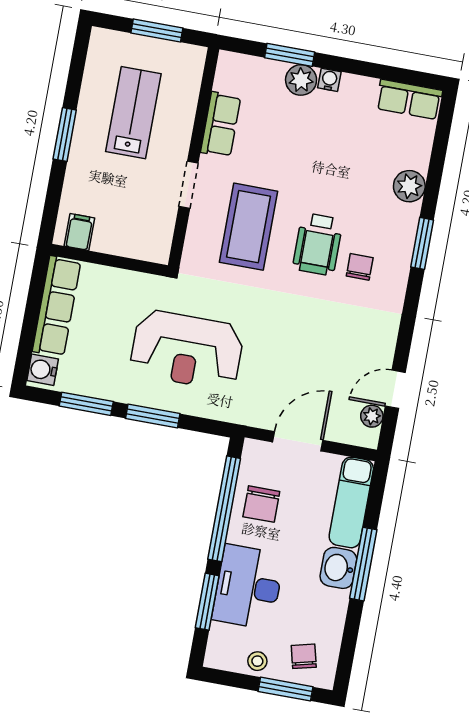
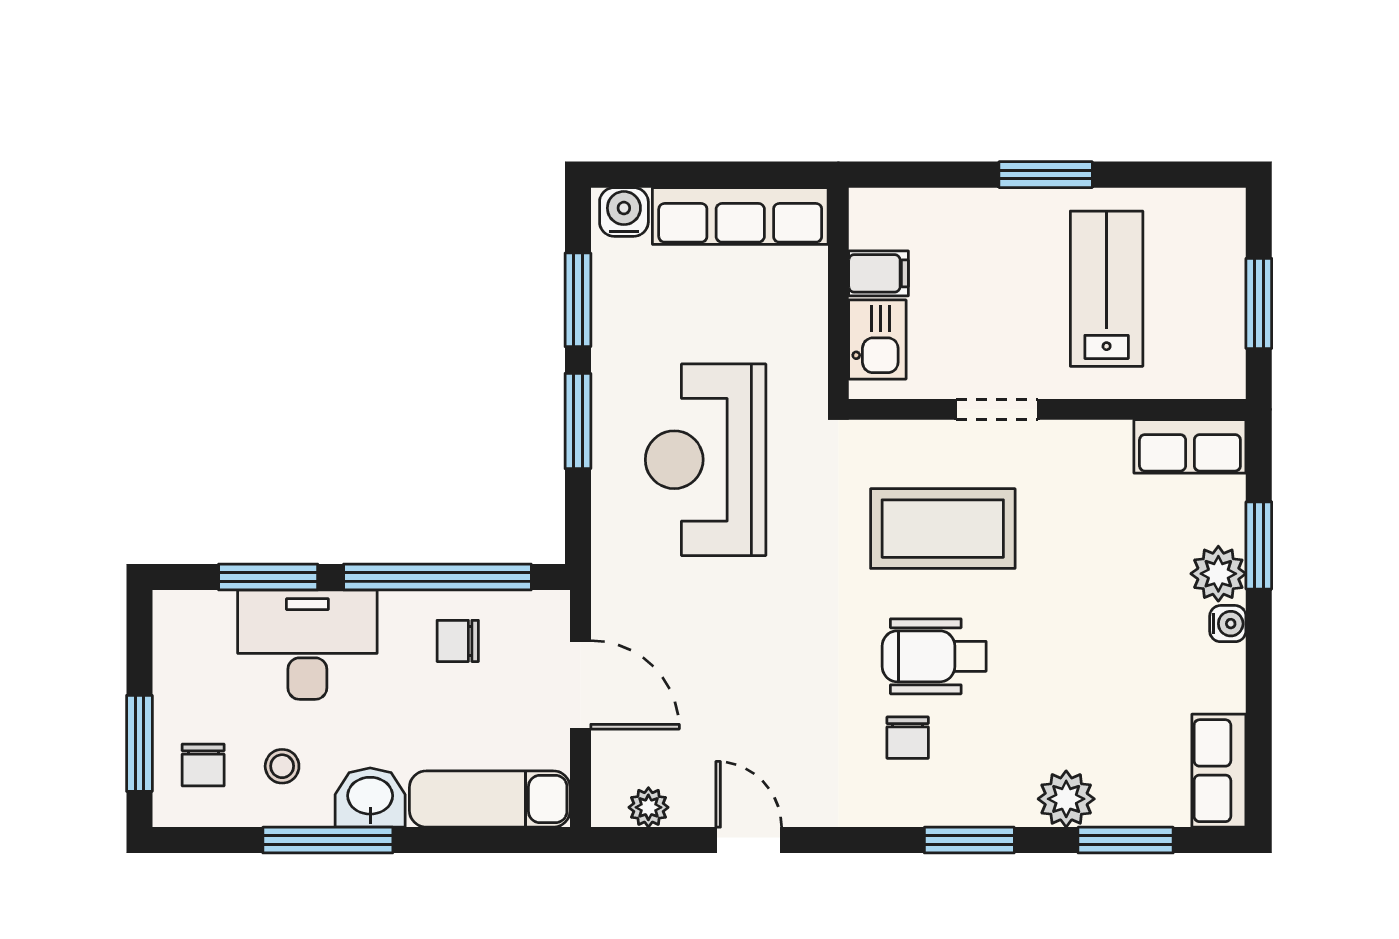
lab bench: (133, 113) -> (1107, 289), turned -90
row of seats: (221, 125) -> (1190, 446), moved
window: (438, 158) -> (1126, 840), added
filing cabinet: (79, 232) -> (879, 273), moved
kitchen sink: (138, 243) -> (877, 339), added
chair: (360, 267) -> (908, 738), turned 90
door: (395, 389) -> (749, 840), moved
chair: (261, 504) -> (458, 641), width x0.73, depth x0.73
window: (363, 564) -> (328, 840), moved
chair: (304, 656) -> (203, 765), turned 104
stool: (257, 661) -> (282, 766), moved

